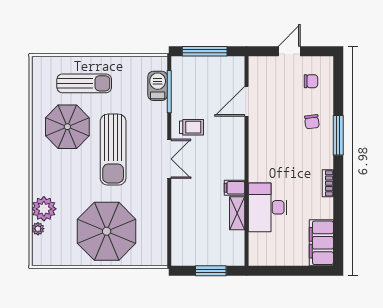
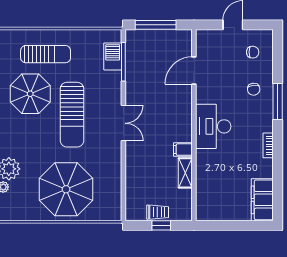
trolley: (191, 127) -> (158, 212), moved
desk: (268, 207) -> (213, 126), moved
window: (211, 271) -> (161, 225), width x0.67

